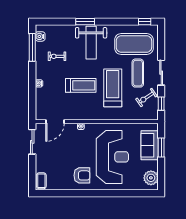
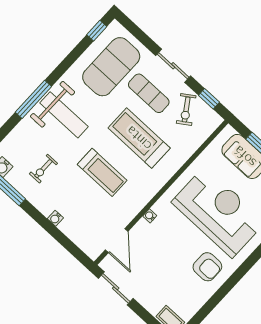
window: (85, 22) -> (33, 99), width x1.44
treadmill: (81, 85) -> (102, 172), turned 90
armchair: (82, 175) -> (207, 267), turned 90

